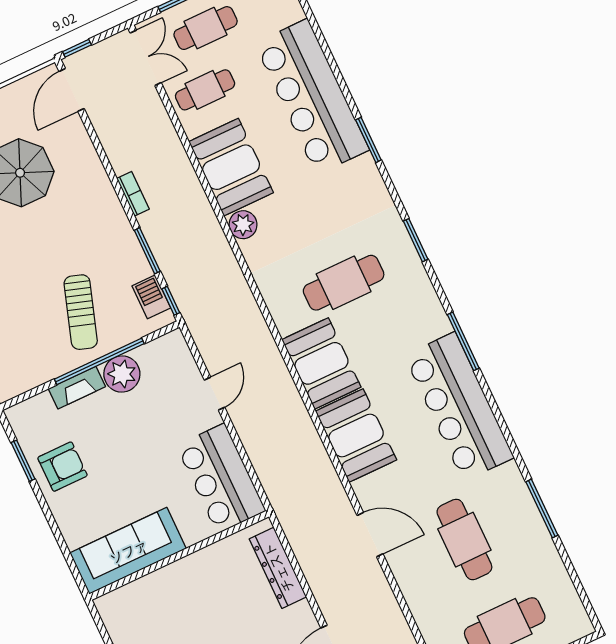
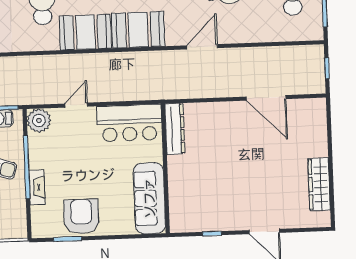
plant: (122, 374) -> (39, 120), moved
door: (214, 394) -> (76, 105), hinge flipped
armchair: (62, 467) -> (81, 216), width x1.36, depth x1.36
dresser: (278, 568) -> (175, 129), moved, turned -90

